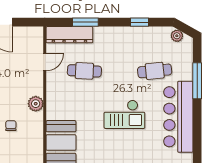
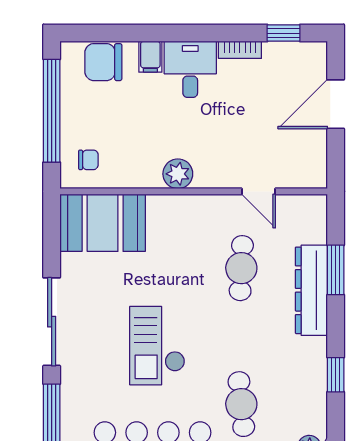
dresser: (69, 35) -> (311, 290), moved
chair: (11, 126) -> (88, 160), moved

